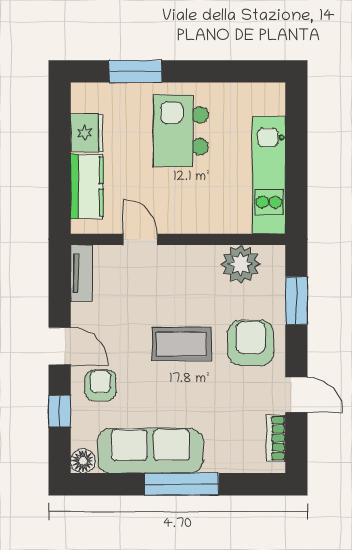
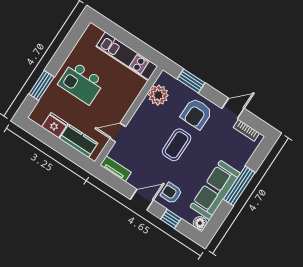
armchair: (251, 343) -> (196, 114), turned -90

